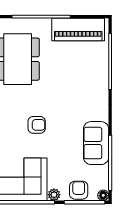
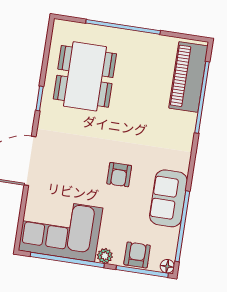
piano: (78, 30) -> (188, 77), moved, turned 90
armchair: (37, 125) -> (119, 175), moved, turned 90

